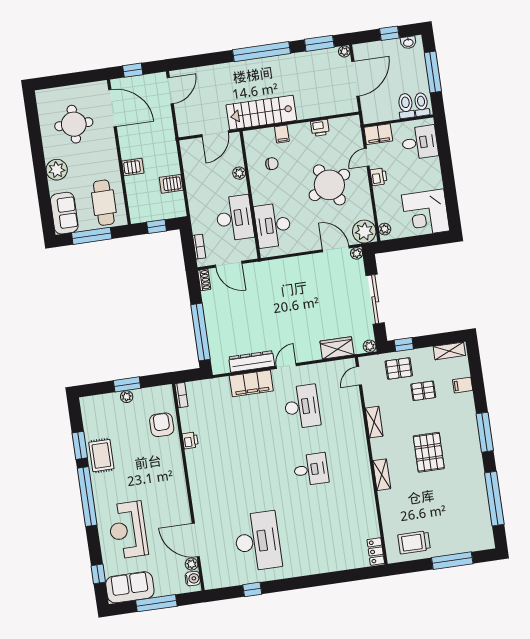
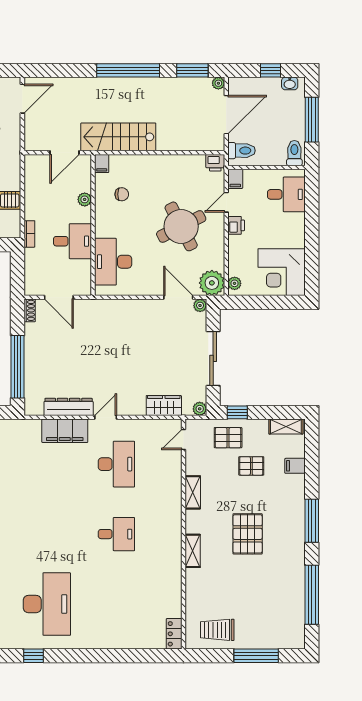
toilet: (406, 106) -> (242, 151), moved, turned 90
printer: (320, 128) -> (215, 163), moved
filing cabinet: (282, 134) -> (102, 163), moved
filing cabinet: (378, 134) -> (235, 179), width x0.50
desk: (235, 218) -> (72, 241), width x0.73
bookcase: (199, 247) -> (29, 234), moved

